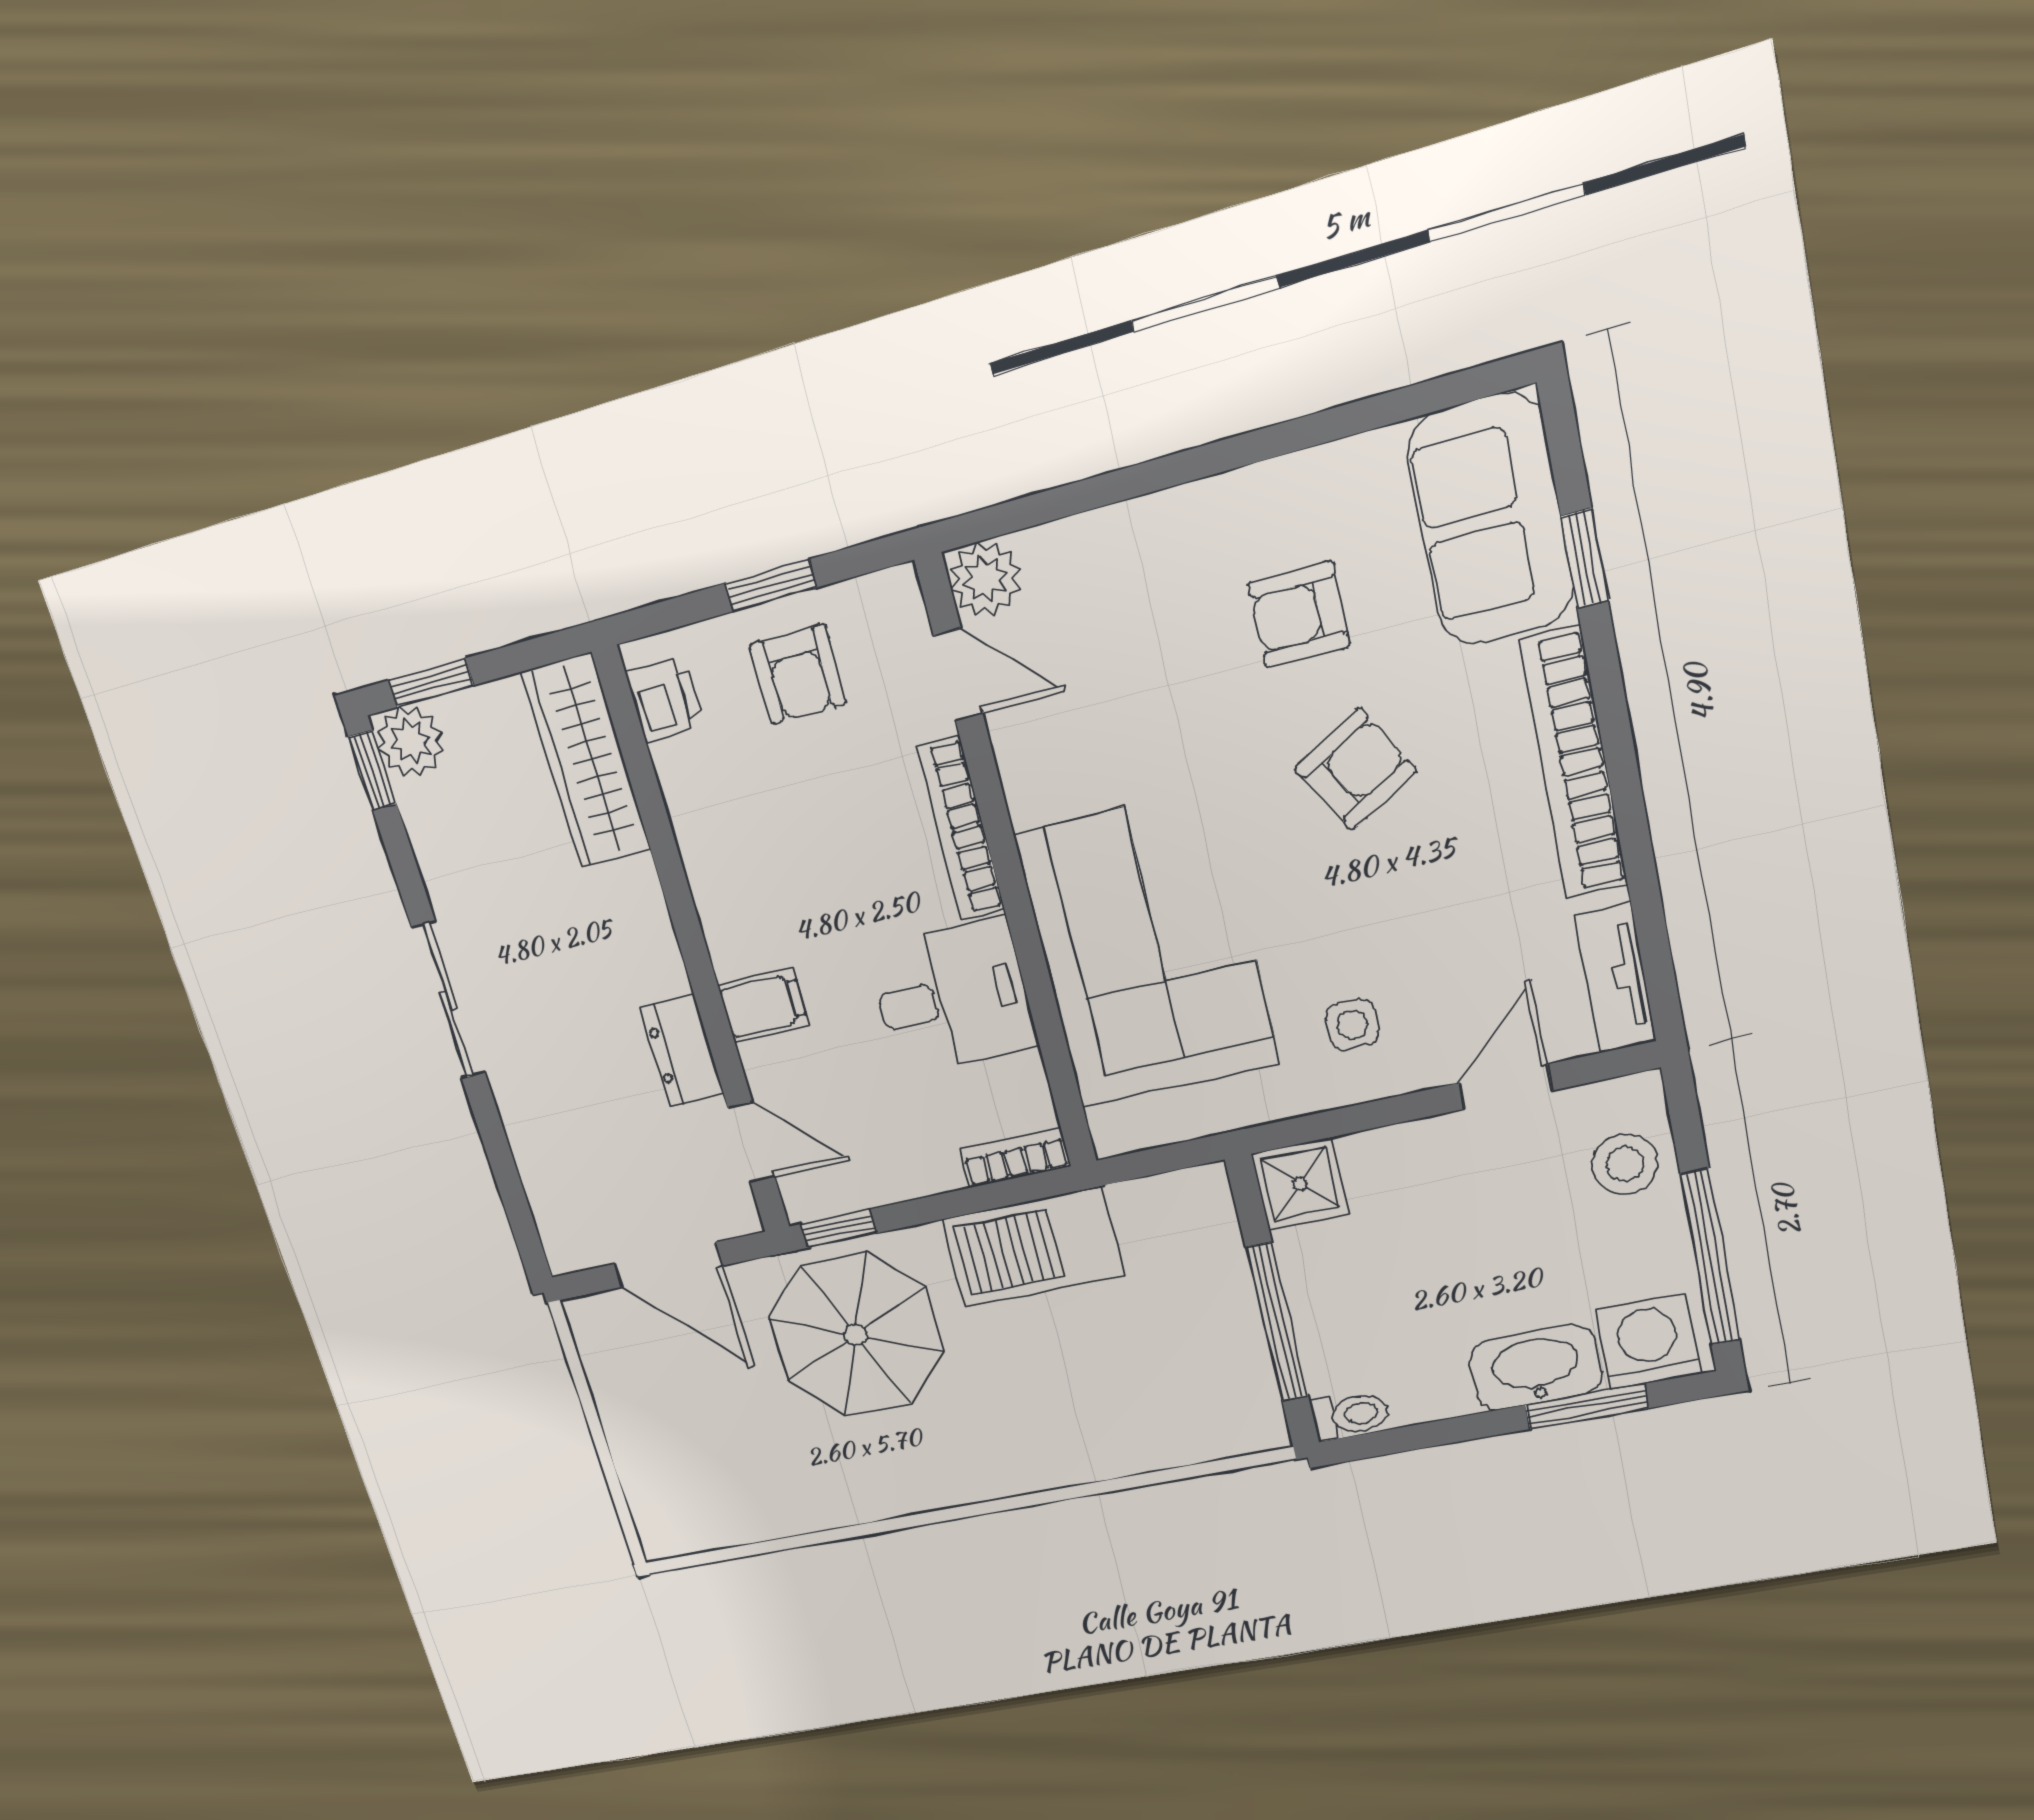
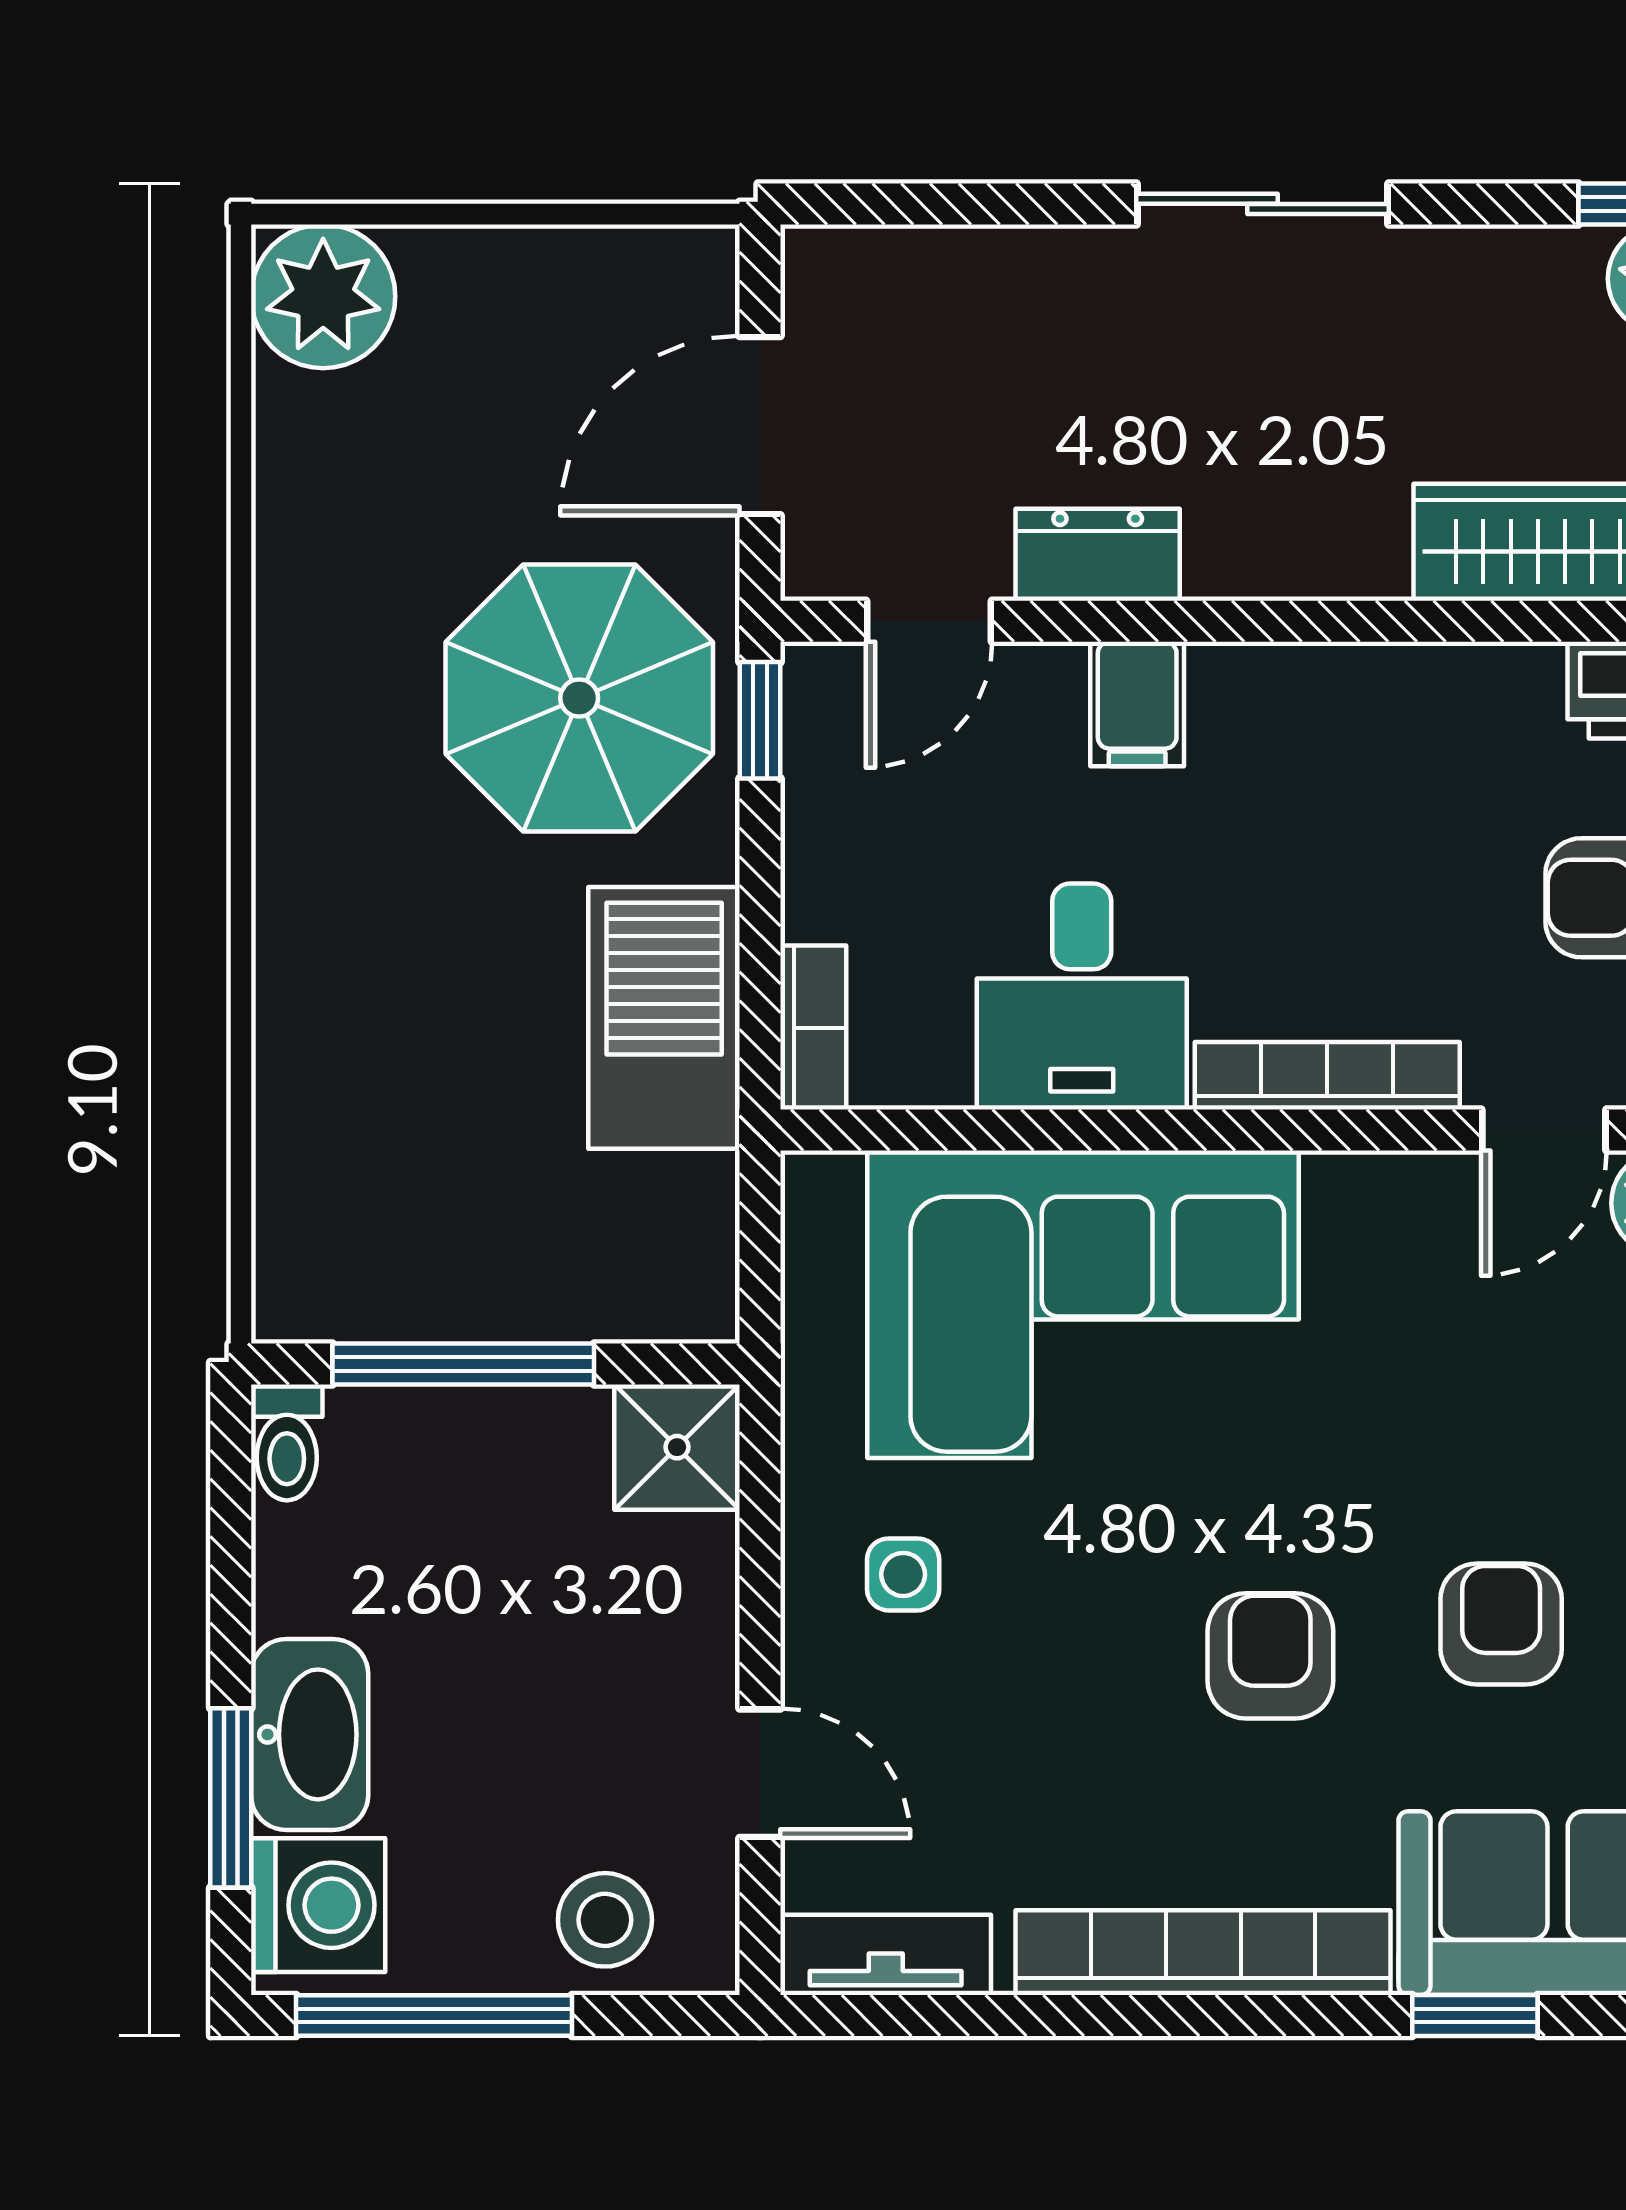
armchair: (1355, 769) -> (1270, 1656), turned -150
plant: (672, 1518) -> (323, 296), added

